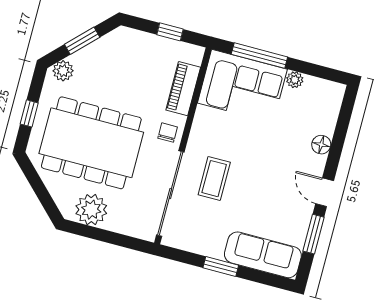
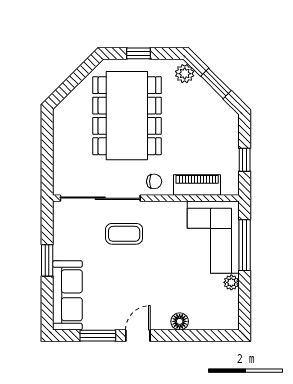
plant: (91, 210) -> (67, 131), removed

